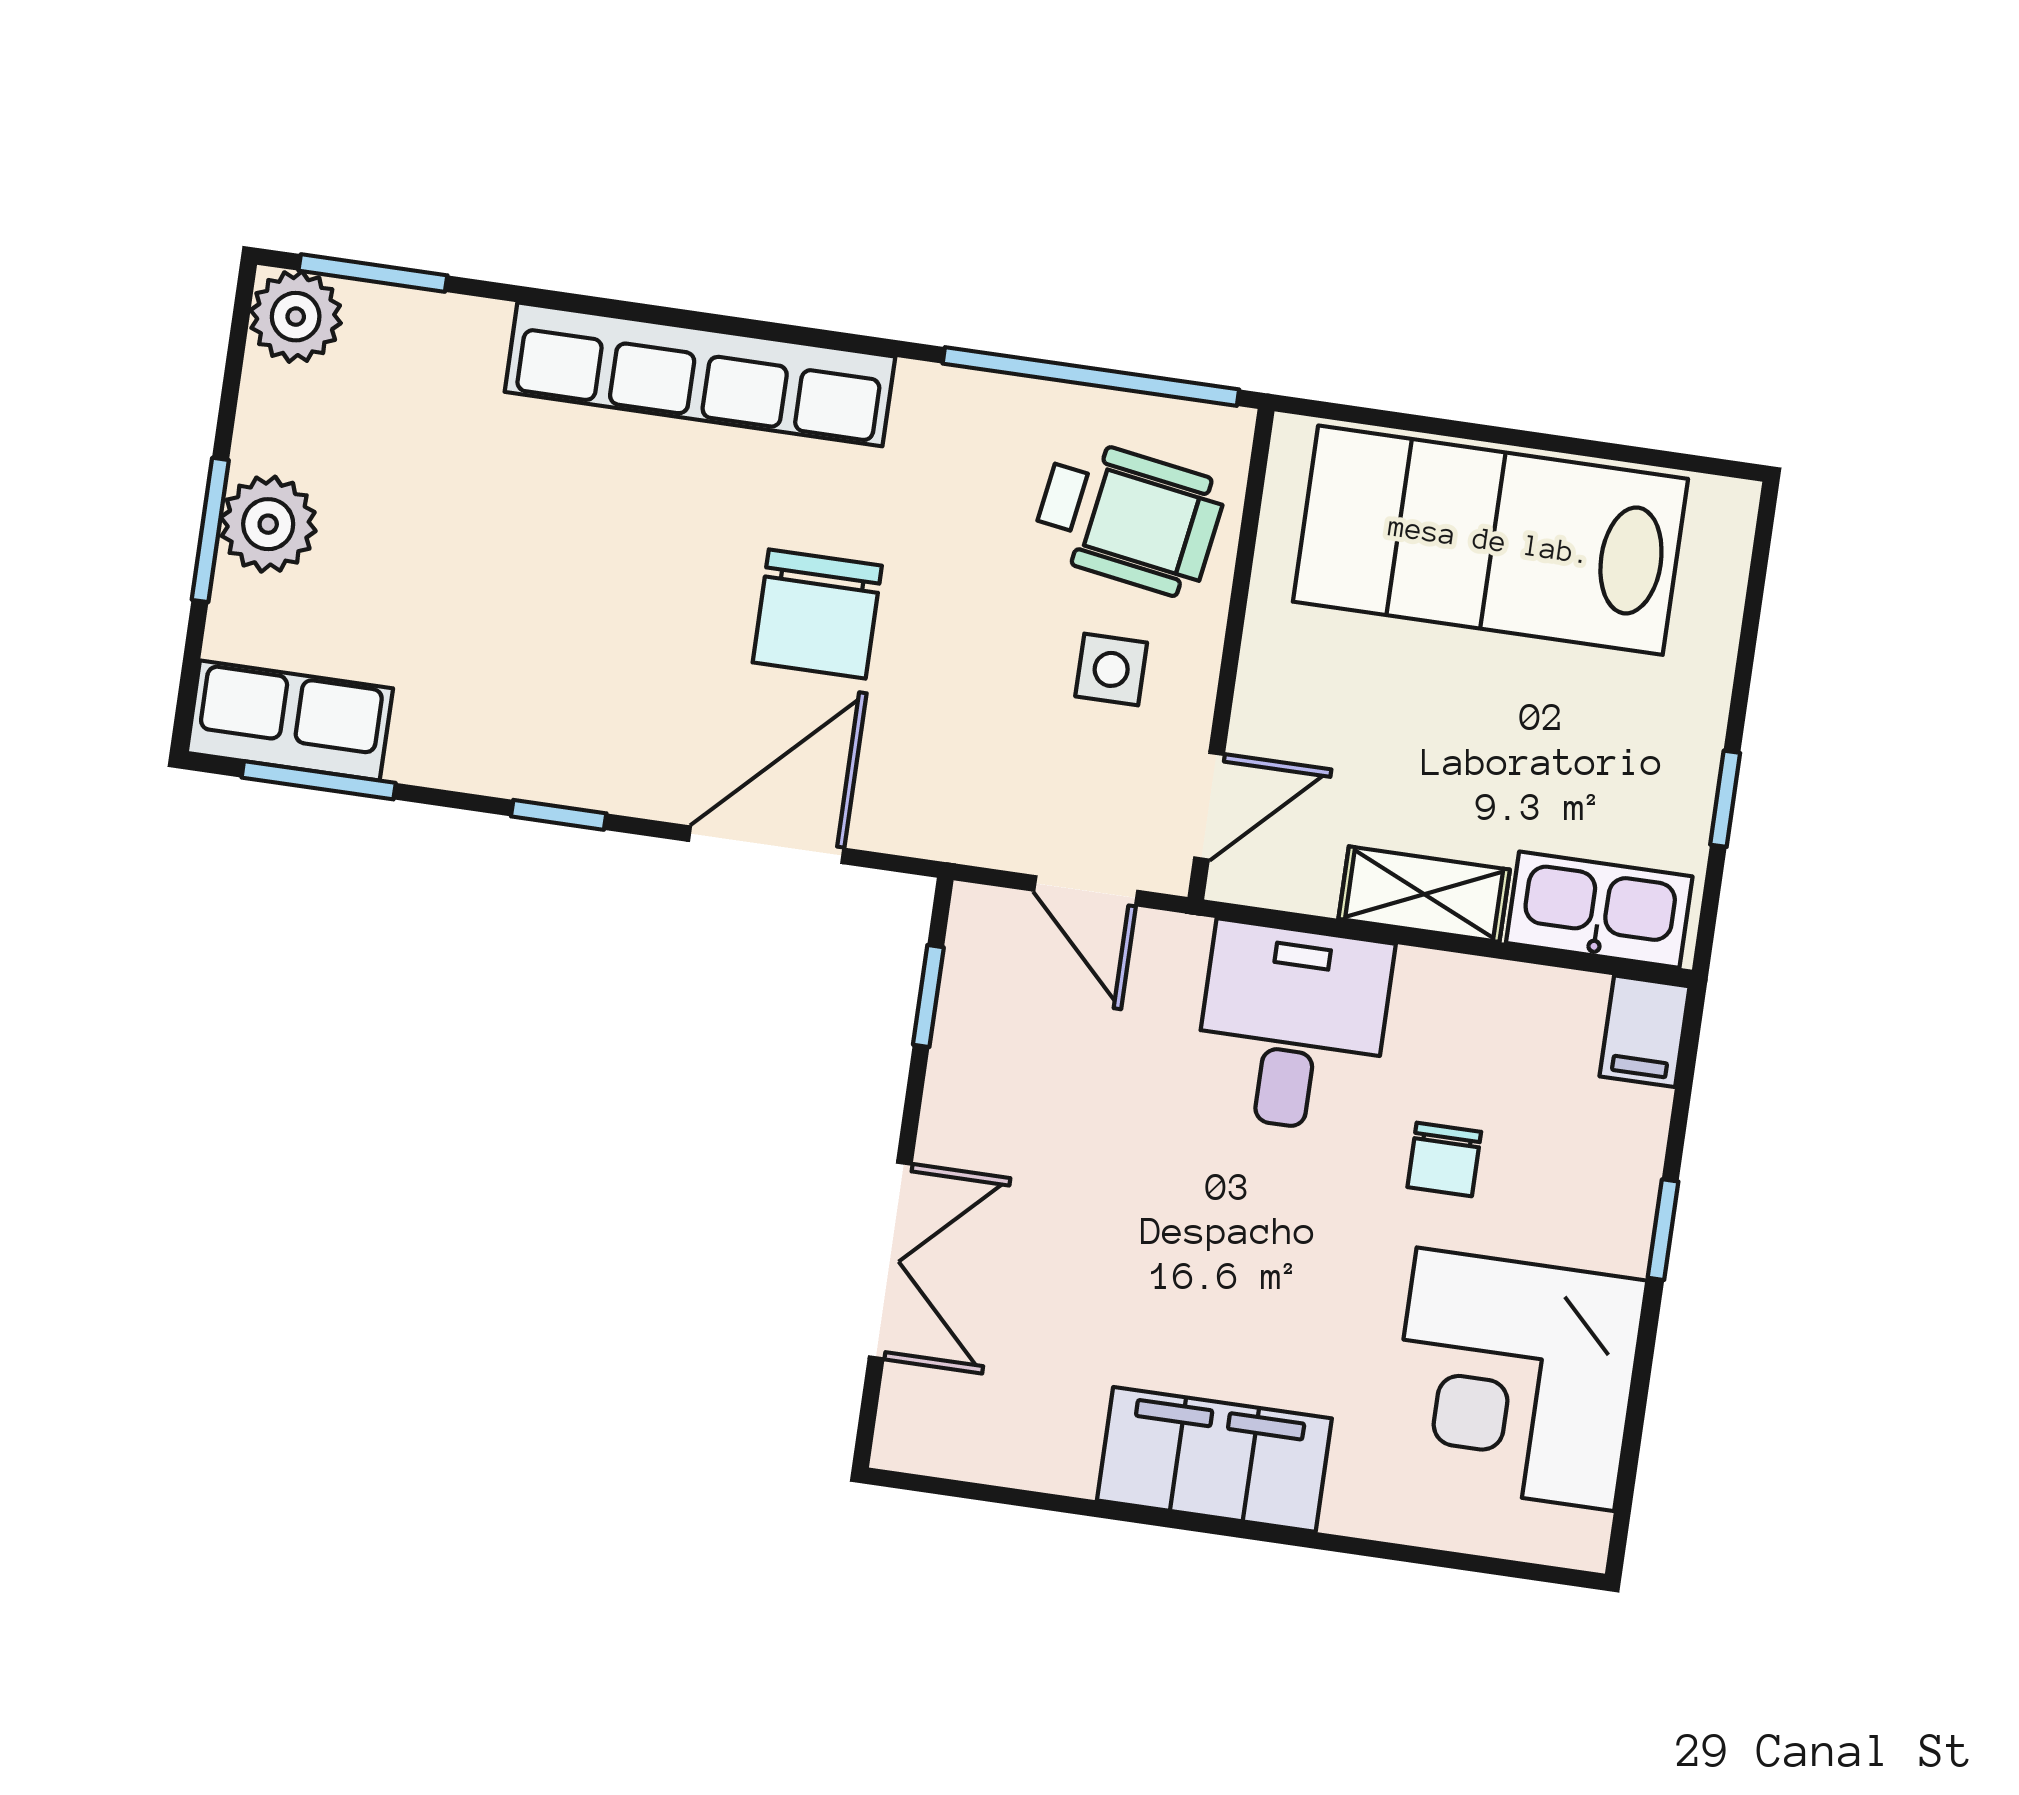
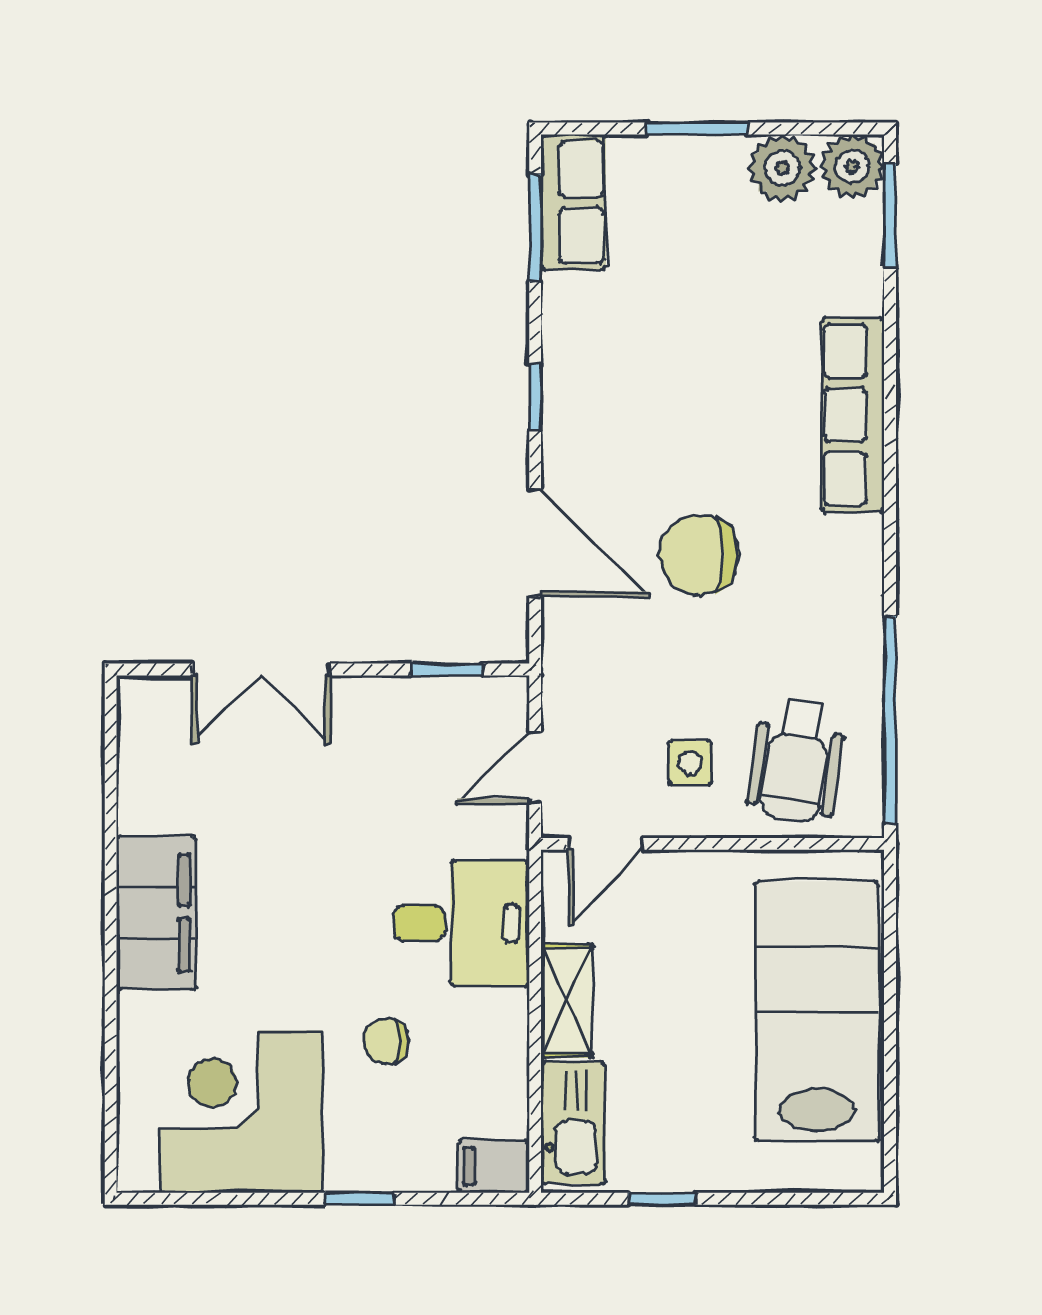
row of seats: (700, 374) -> (853, 415), width x0.73
plant: (268, 524) -> (782, 168), moved
door: (1209, 806) -> (606, 844), hinge flipped

